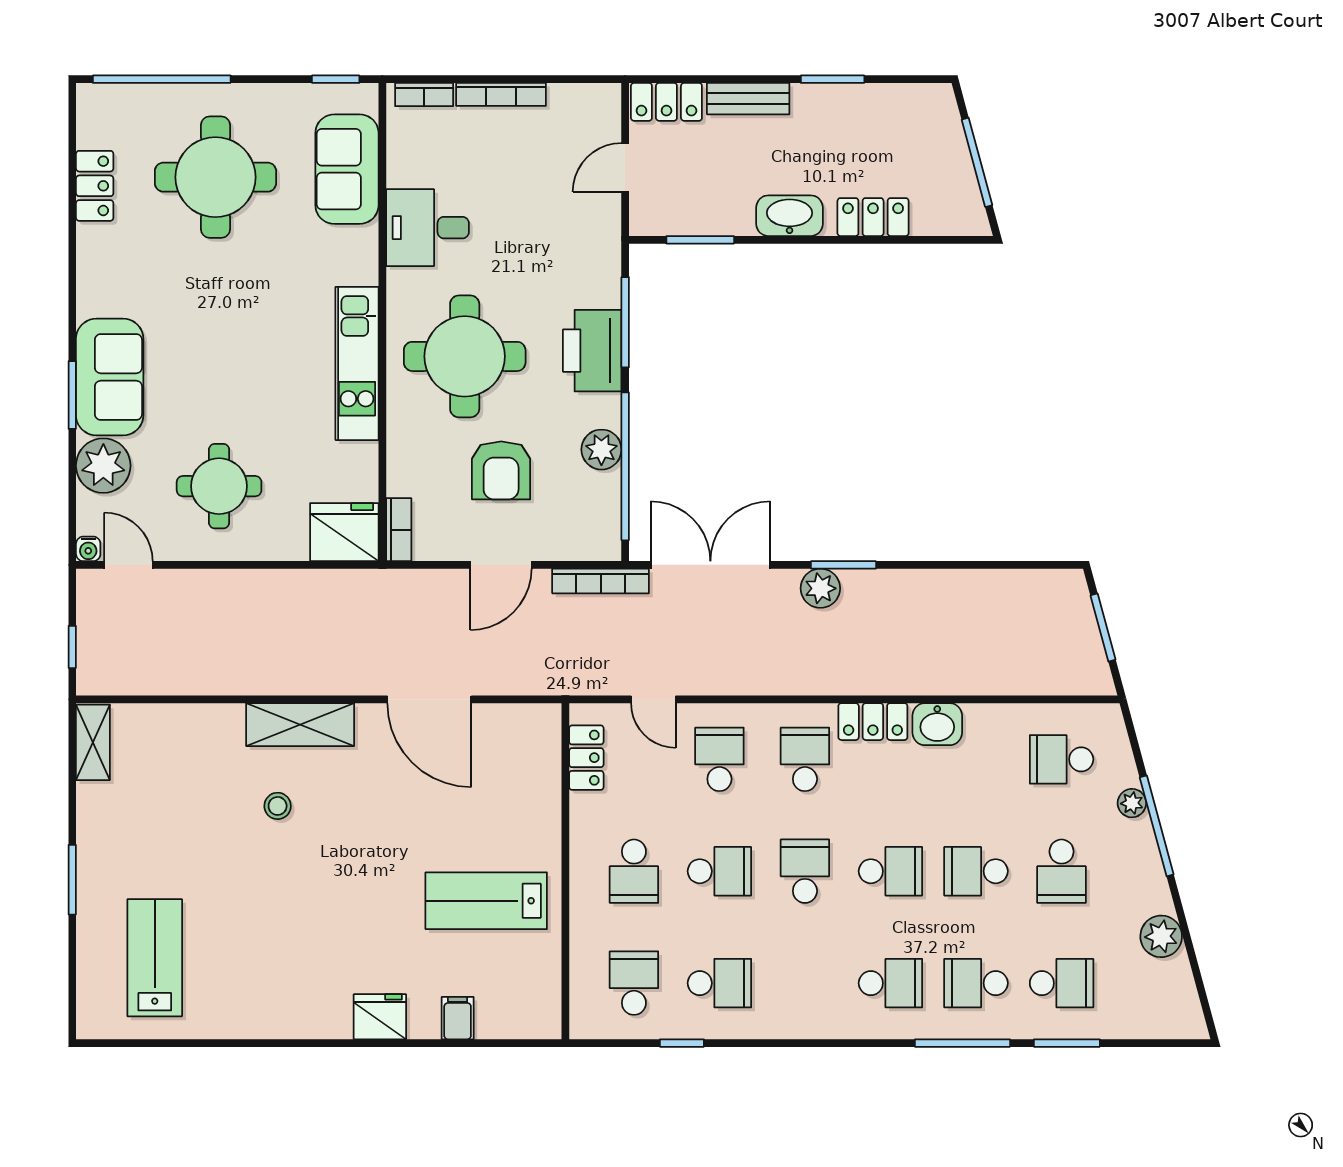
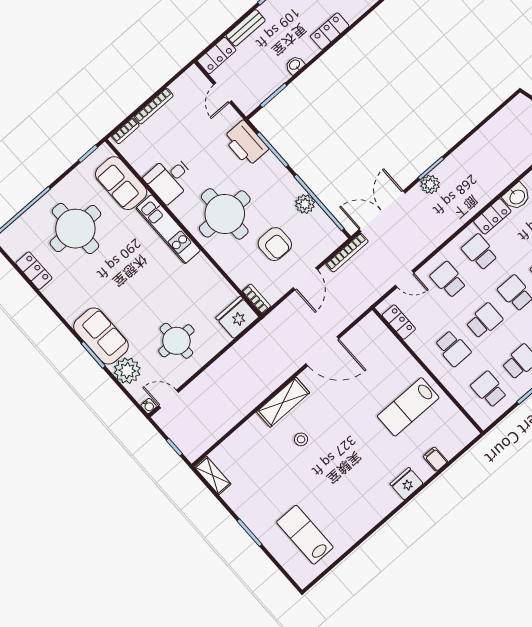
washbasin: (790, 216) -> (295, 65), width x0.52, depth x0.69
printer: (592, 351) -> (246, 143), moved
kitchen unit: (357, 363) -> (168, 229), moved

